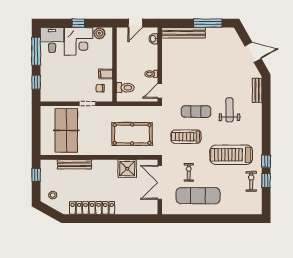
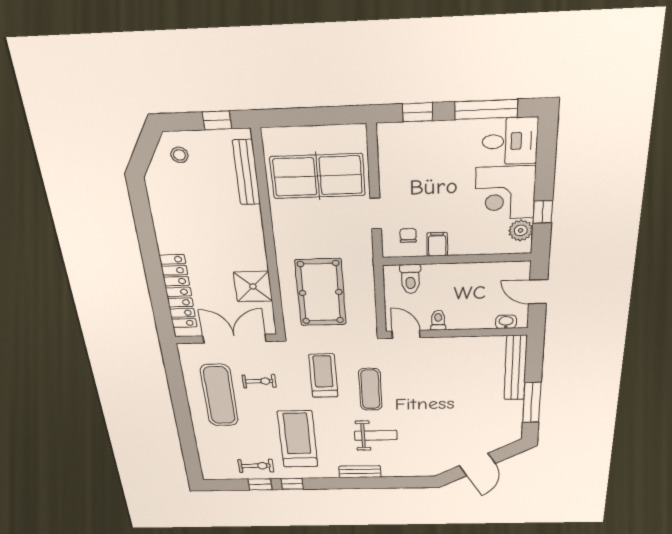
window: (78, 23) -> (543, 212), moved
bench: (257, 90) -> (360, 472), moved
bench: (74, 164) -> (246, 172), moved
locker: (92, 208) -> (178, 292), moved

